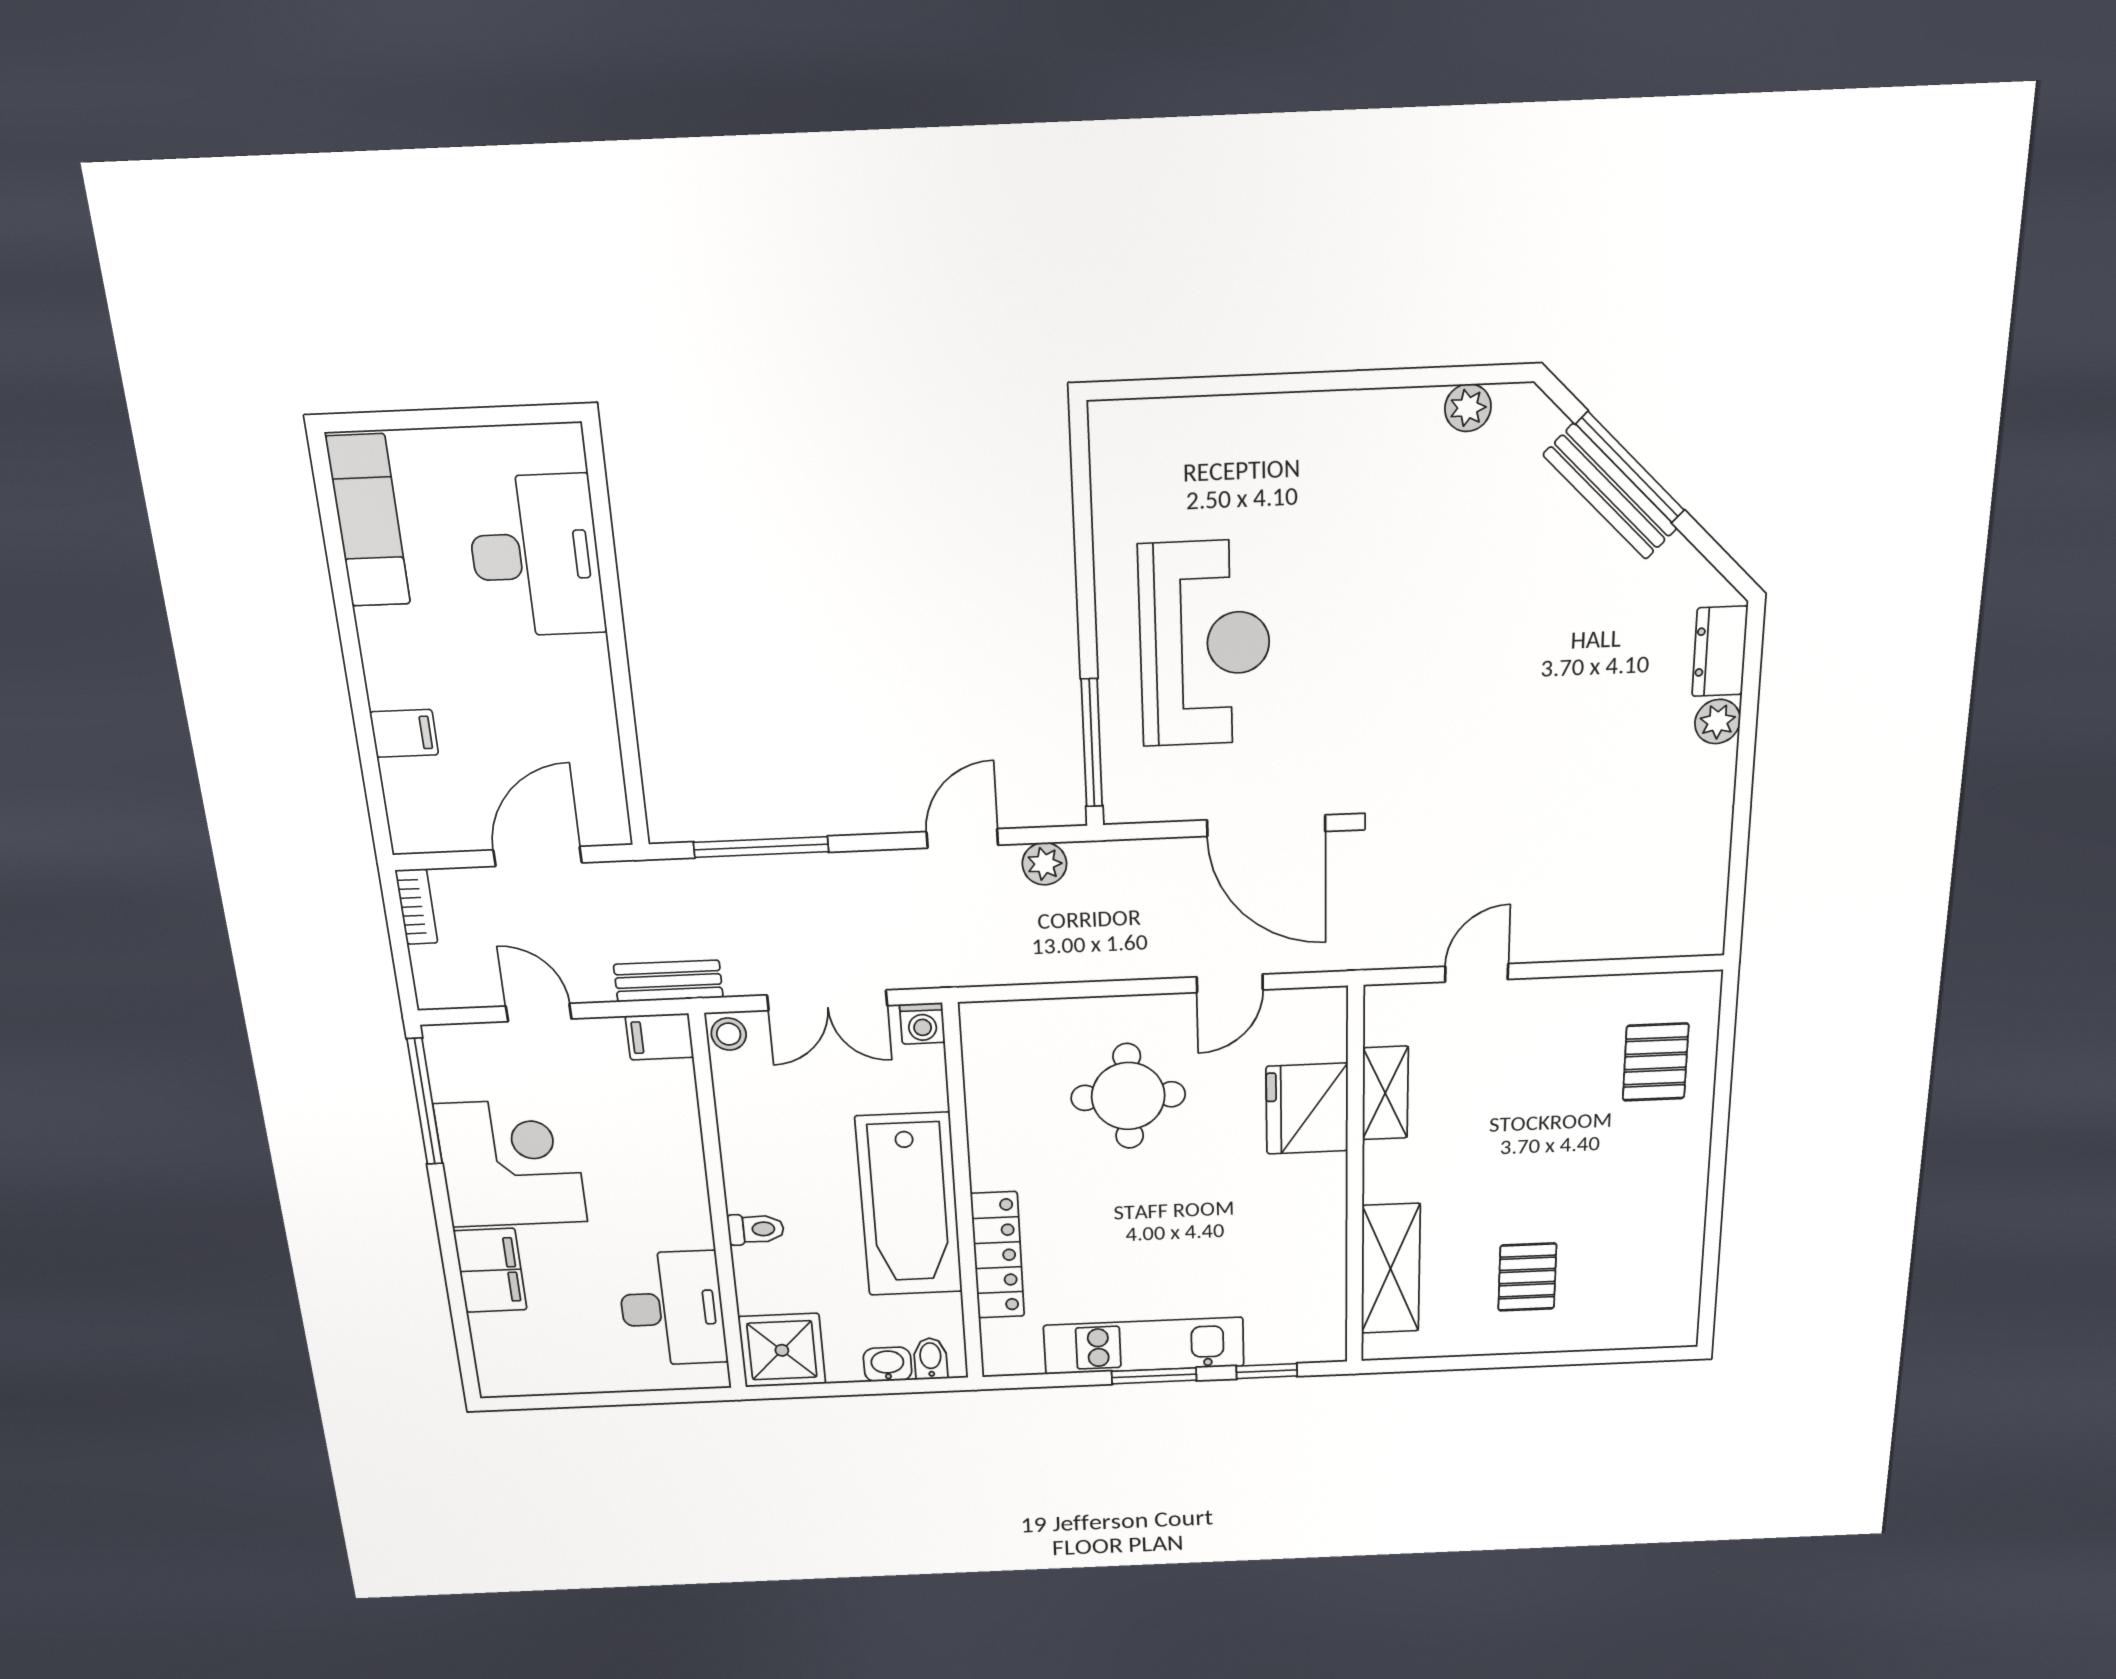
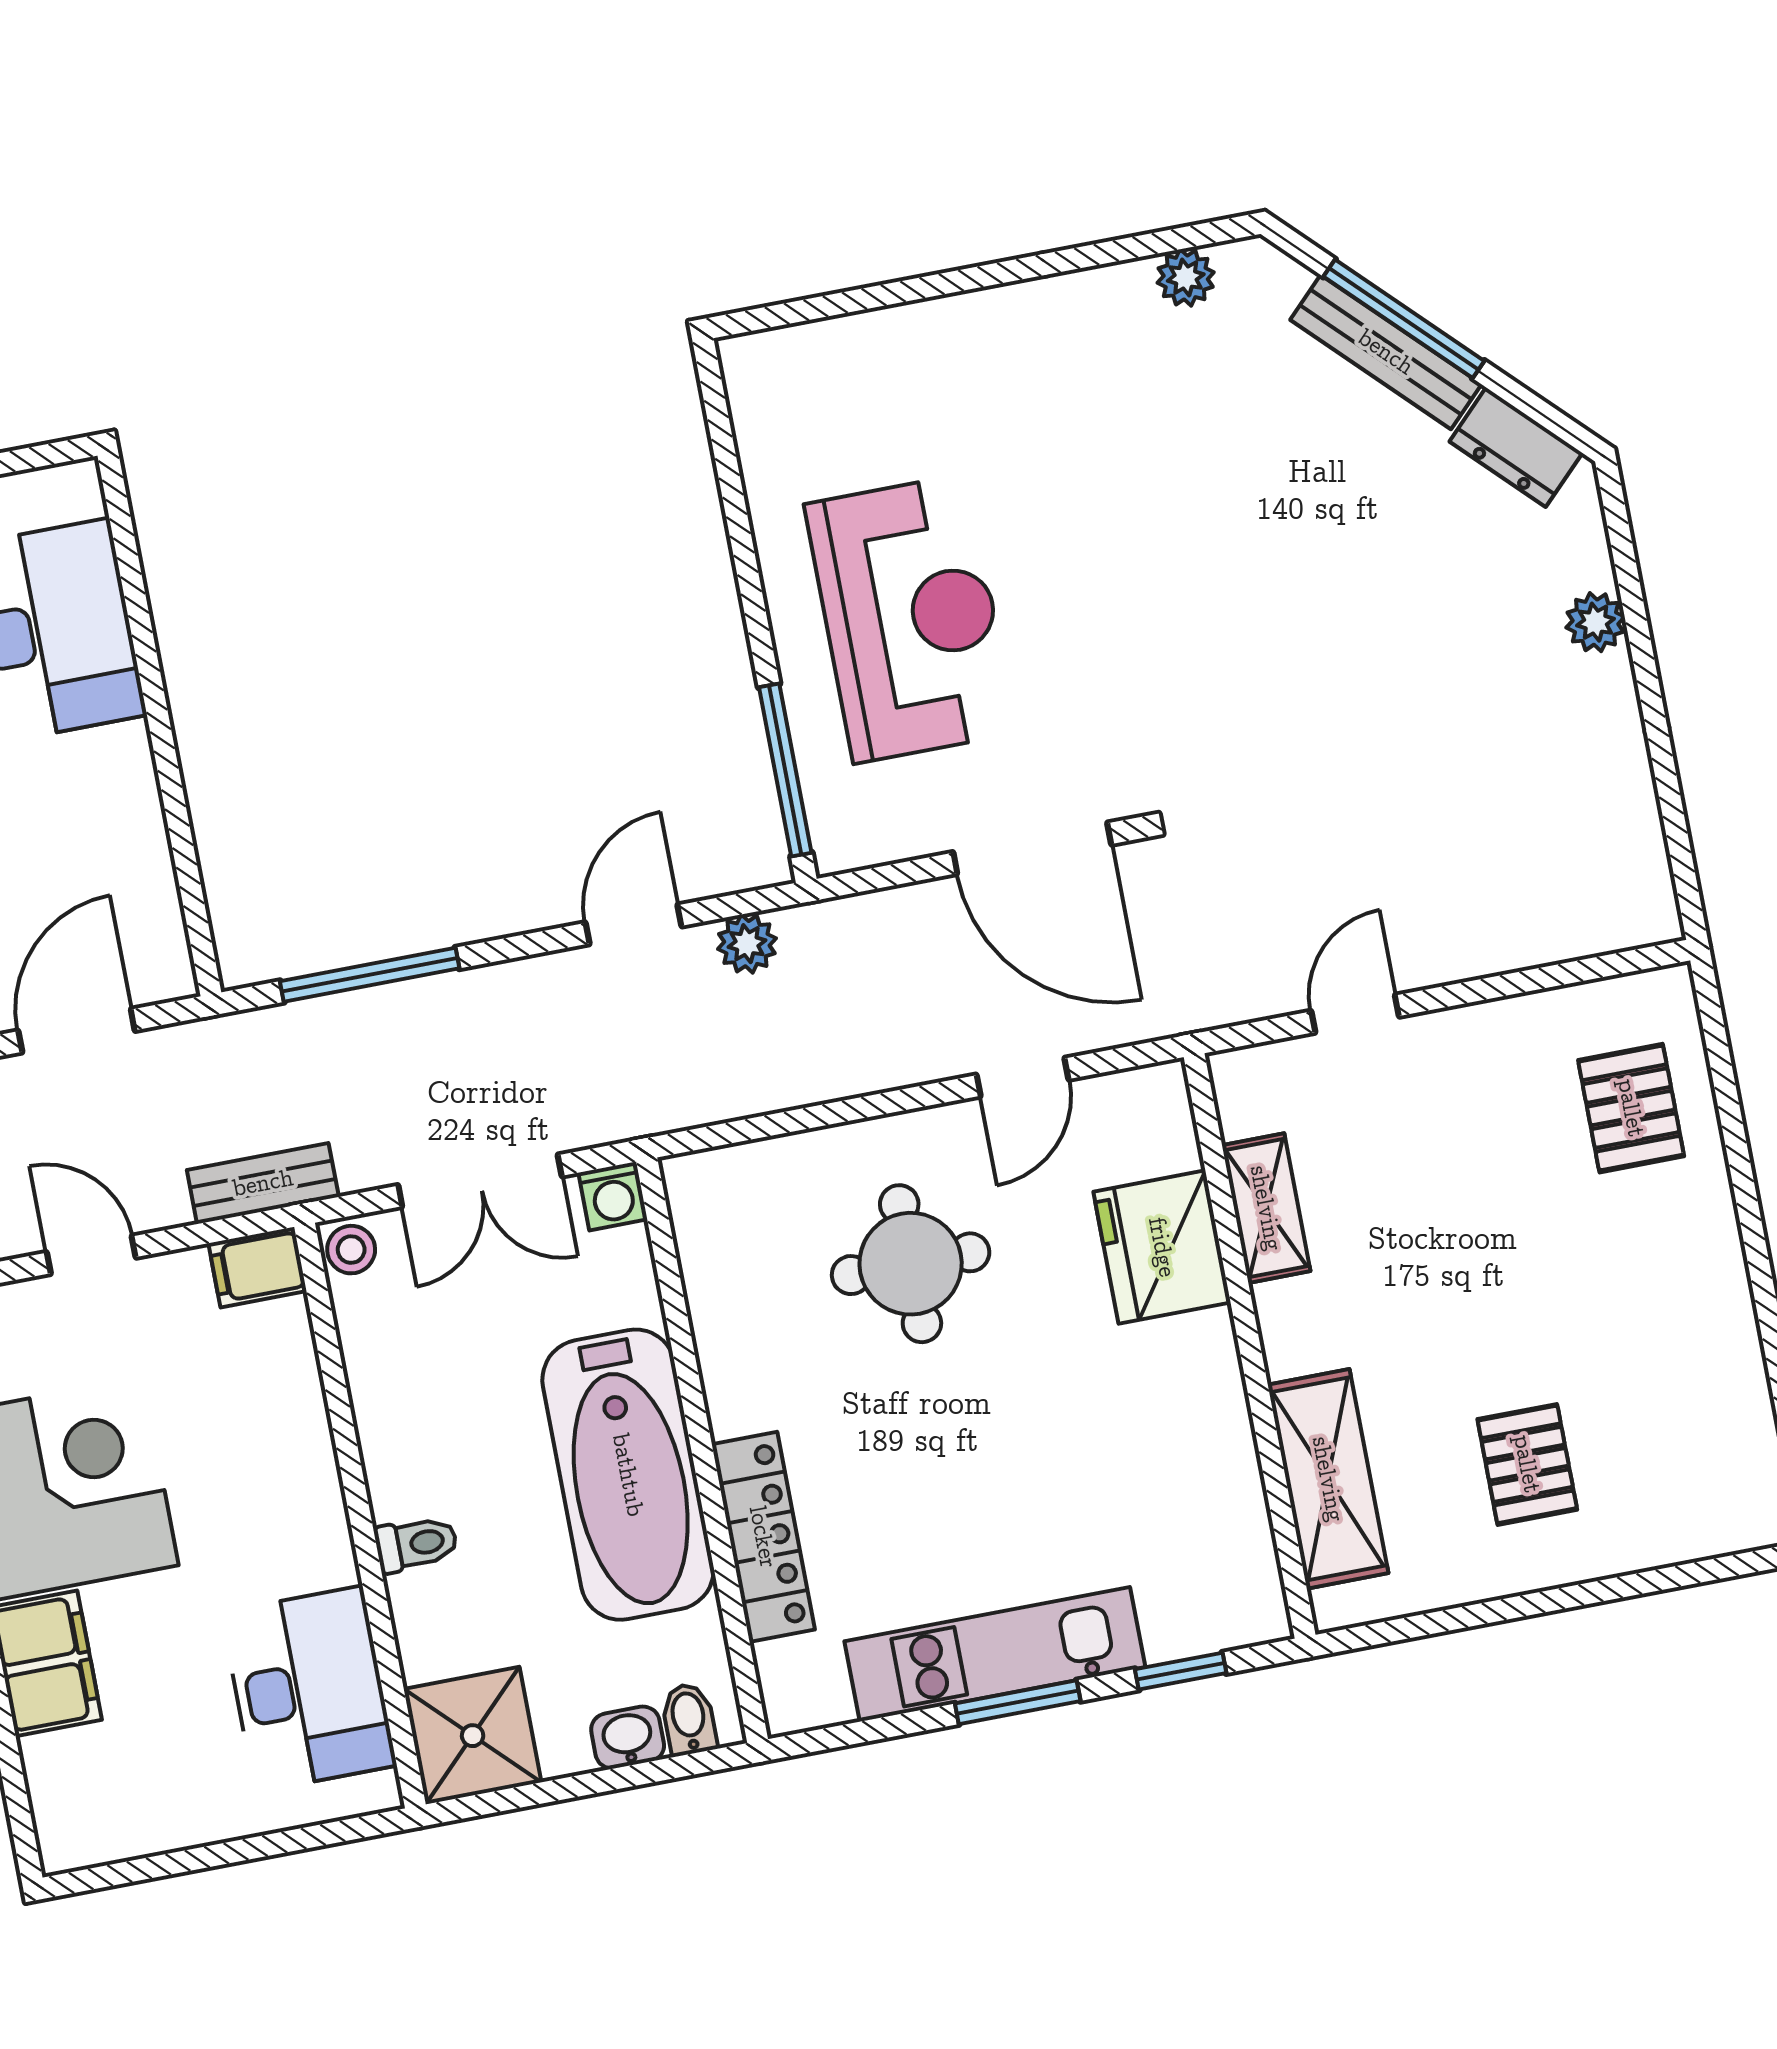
dresser: (1720, 651) -> (1516, 447), moved, turned -45

